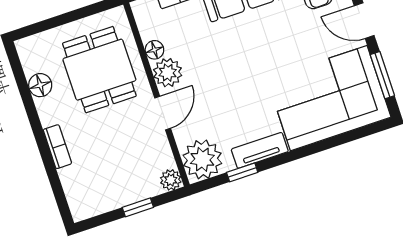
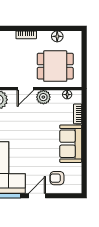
floor lamp: (154, 50) -> (67, 95), moved
door: (163, 113) -> (25, 89), hinge flipped

